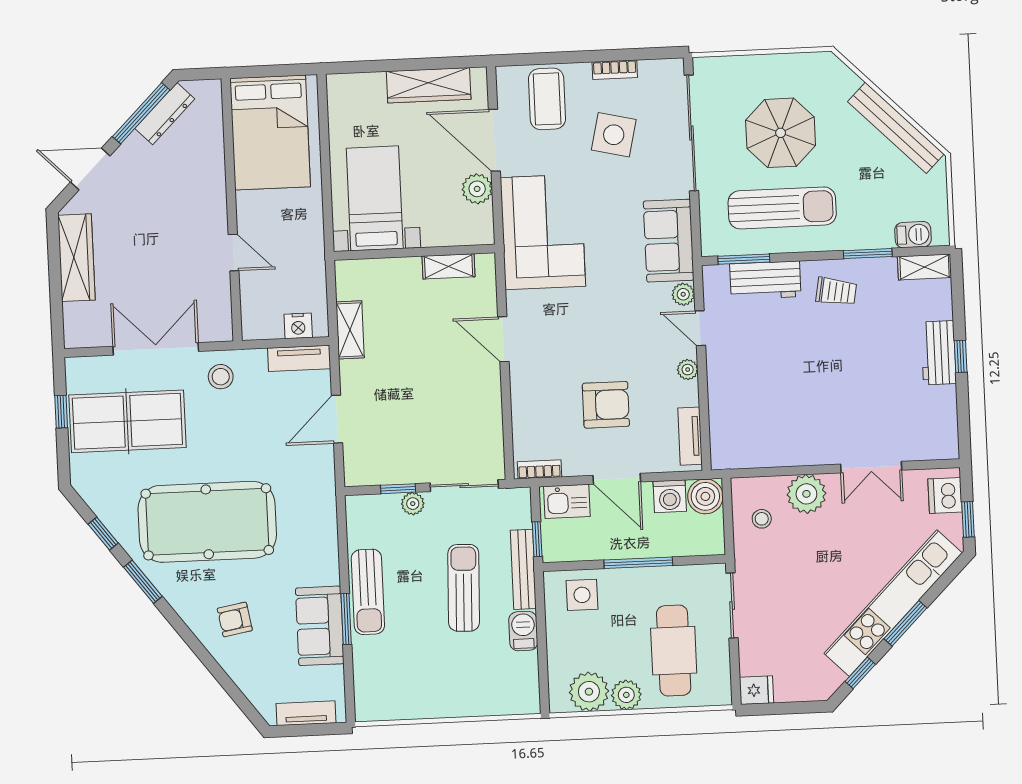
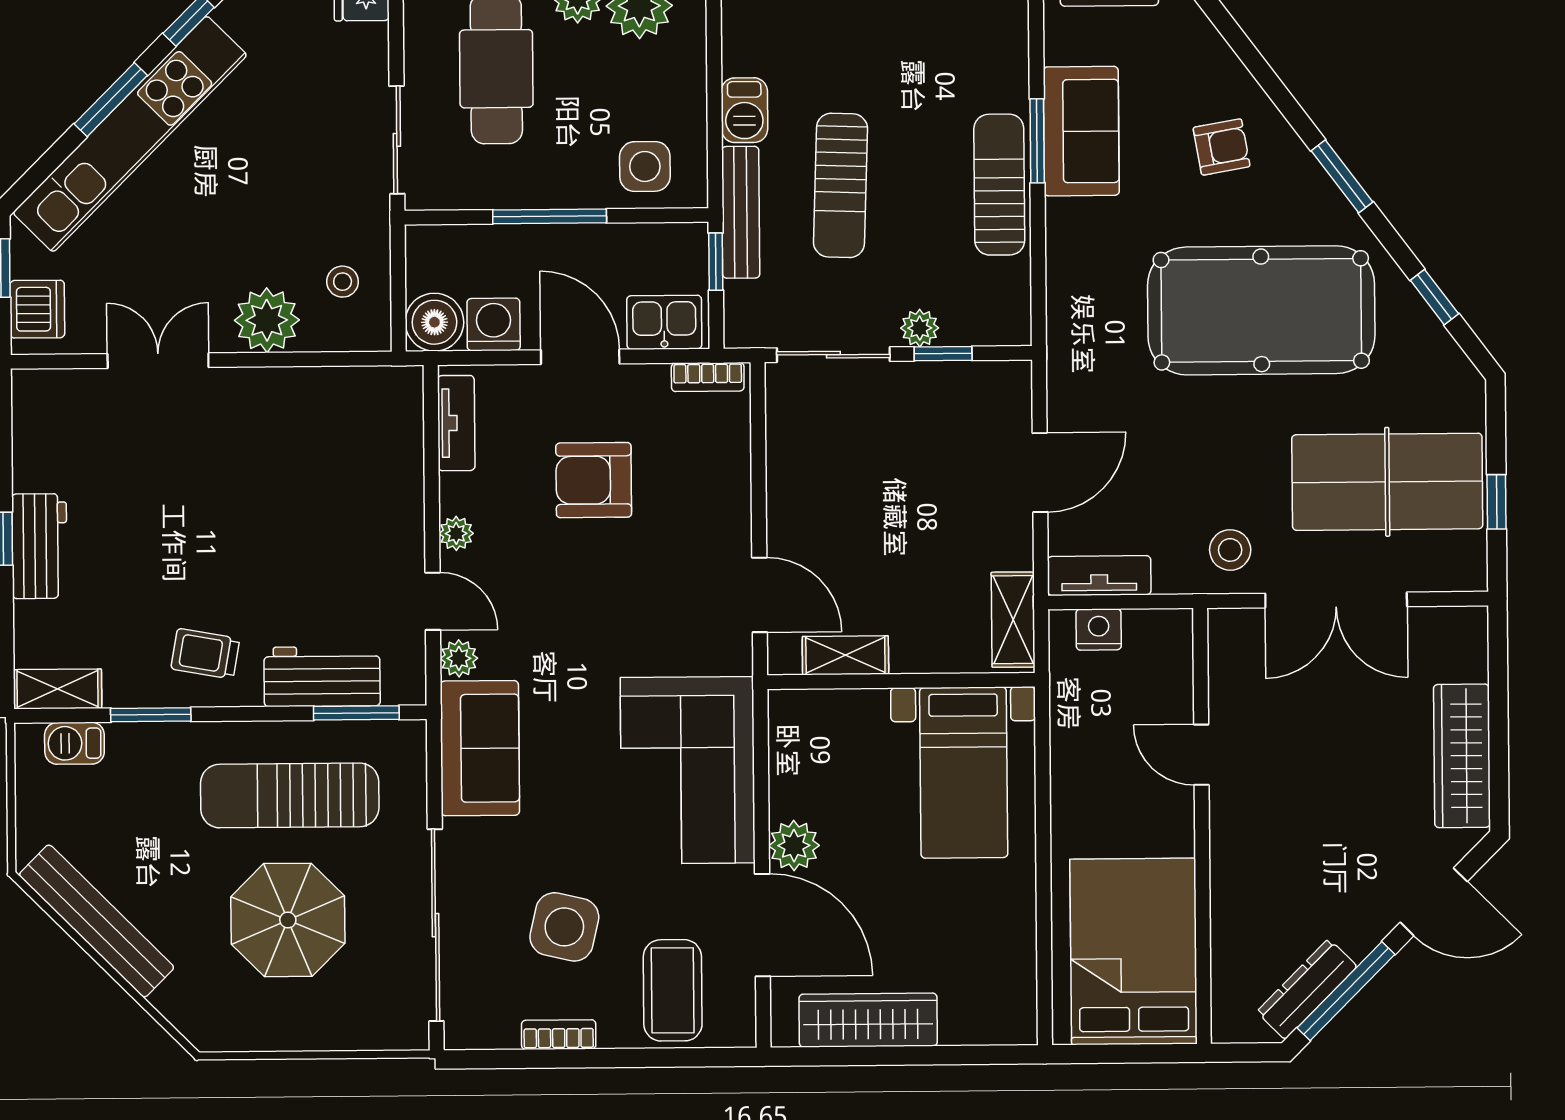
bed with nightstands: (375, 198) -> (964, 773), moved
wall: (414, 252) -> (901, 681), moved
shelving: (449, 266) -> (845, 655), moved
window: (143, 582) -> (1342, 176), moved

